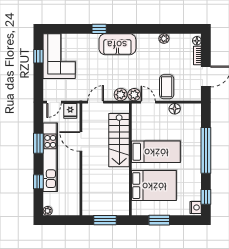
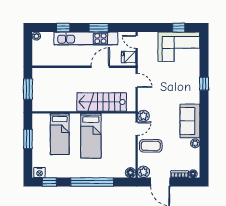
sofa: (117, 44) -> (190, 121), moved
plant: (121, 95) -> (144, 172), moved
floor lamp: (175, 109) -> (131, 173), moved
bed: (154, 186) -> (60, 134), width x0.67

